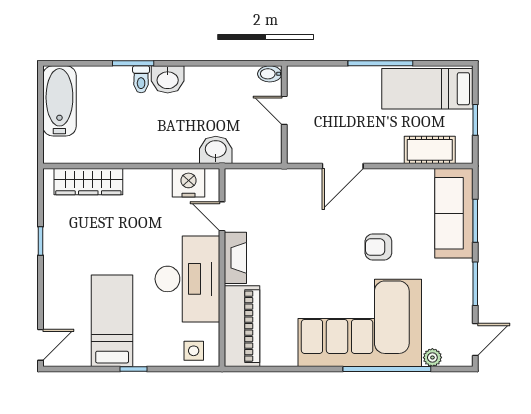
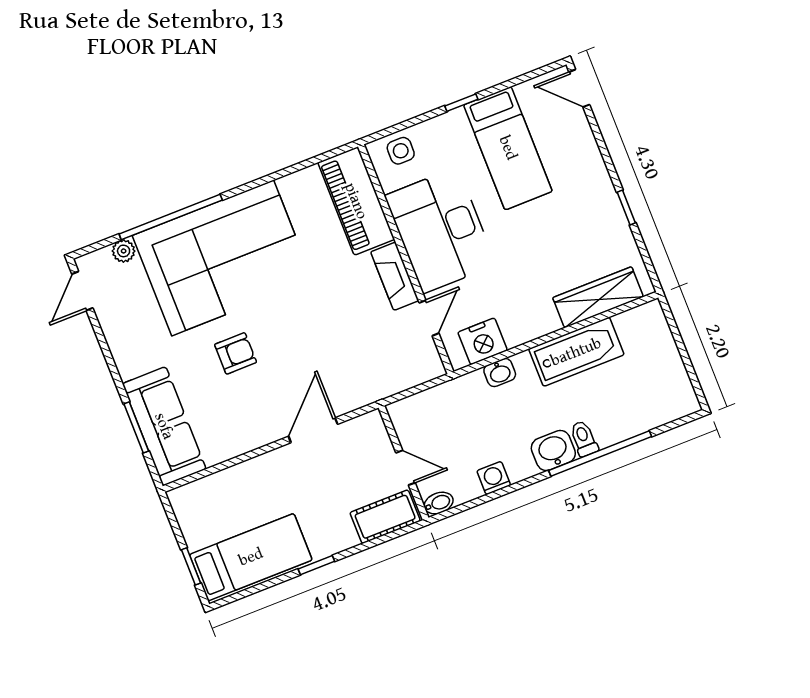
window: (133, 63) -> (600, 453), width x2.11
window: (380, 63) -> (316, 565), width x0.46
washing machine: (221, 76) -> (494, 478), added
bathtub: (59, 101) -> (576, 352), moved, turned -90
window: (475, 120) -> (191, 566), moved
washbasin: (216, 150) -> (500, 373), moved, width x0.72, depth x0.69
cot: (430, 150) -> (385, 517), moved
door: (222, 216) -> (429, 318), hinge flipped
window: (475, 284) -> (108, 355), removed
door: (40, 345) -> (579, 88), hinge flipped

